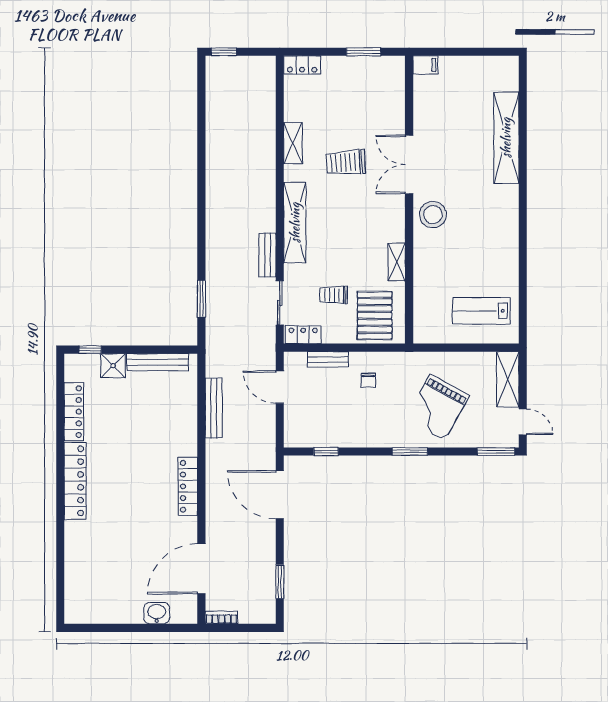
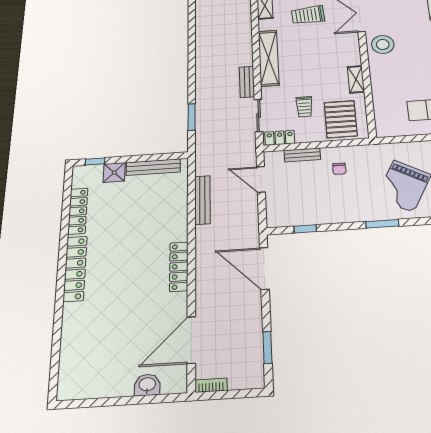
trolley: (334, 295) -> (304, 107), turned -90

